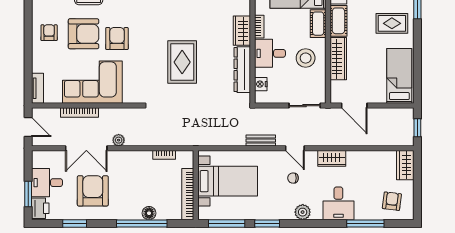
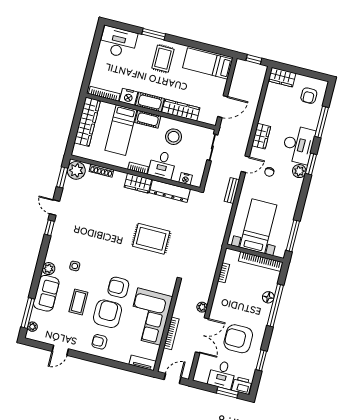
armchair: (392, 201) -> (309, 96), turned -97
desk: (338, 203) -> (298, 145), width x1.37
window: (267, 224) -> (311, 164), moved

